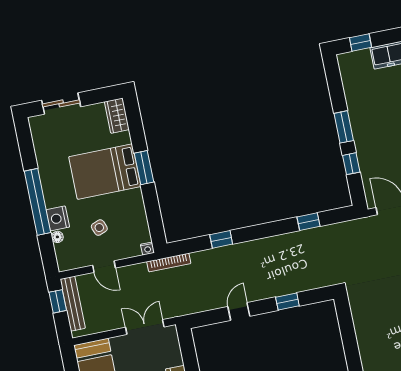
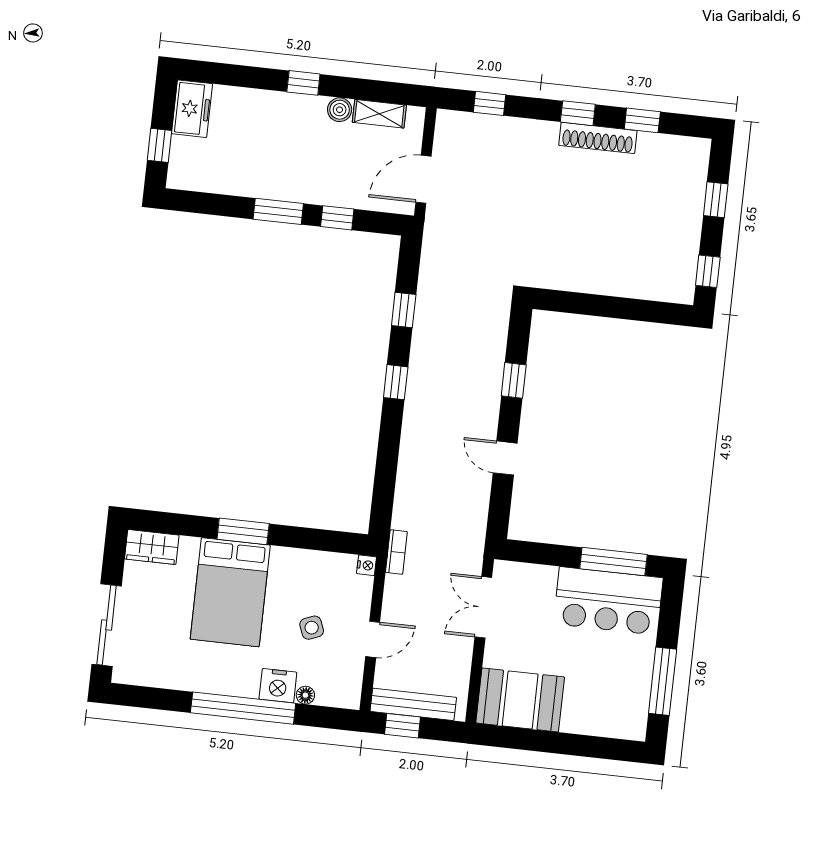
sliding door: (61, 103) -> (107, 625), width x1.37
window: (221, 239) -> (396, 382), moved
bookcase: (169, 262) -> (396, 552), width x0.64

